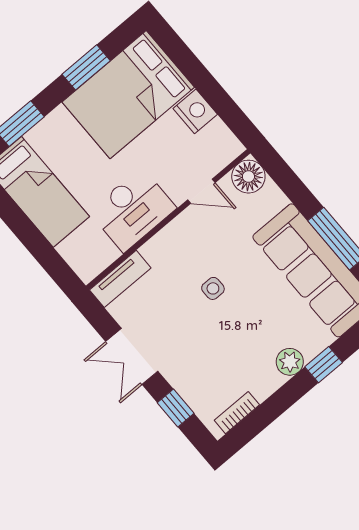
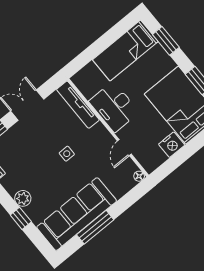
floor lamp: (248, 177) -> (139, 176), width x0.53, depth x0.53
tv unit: (120, 279) -> (78, 105), width x1.41

